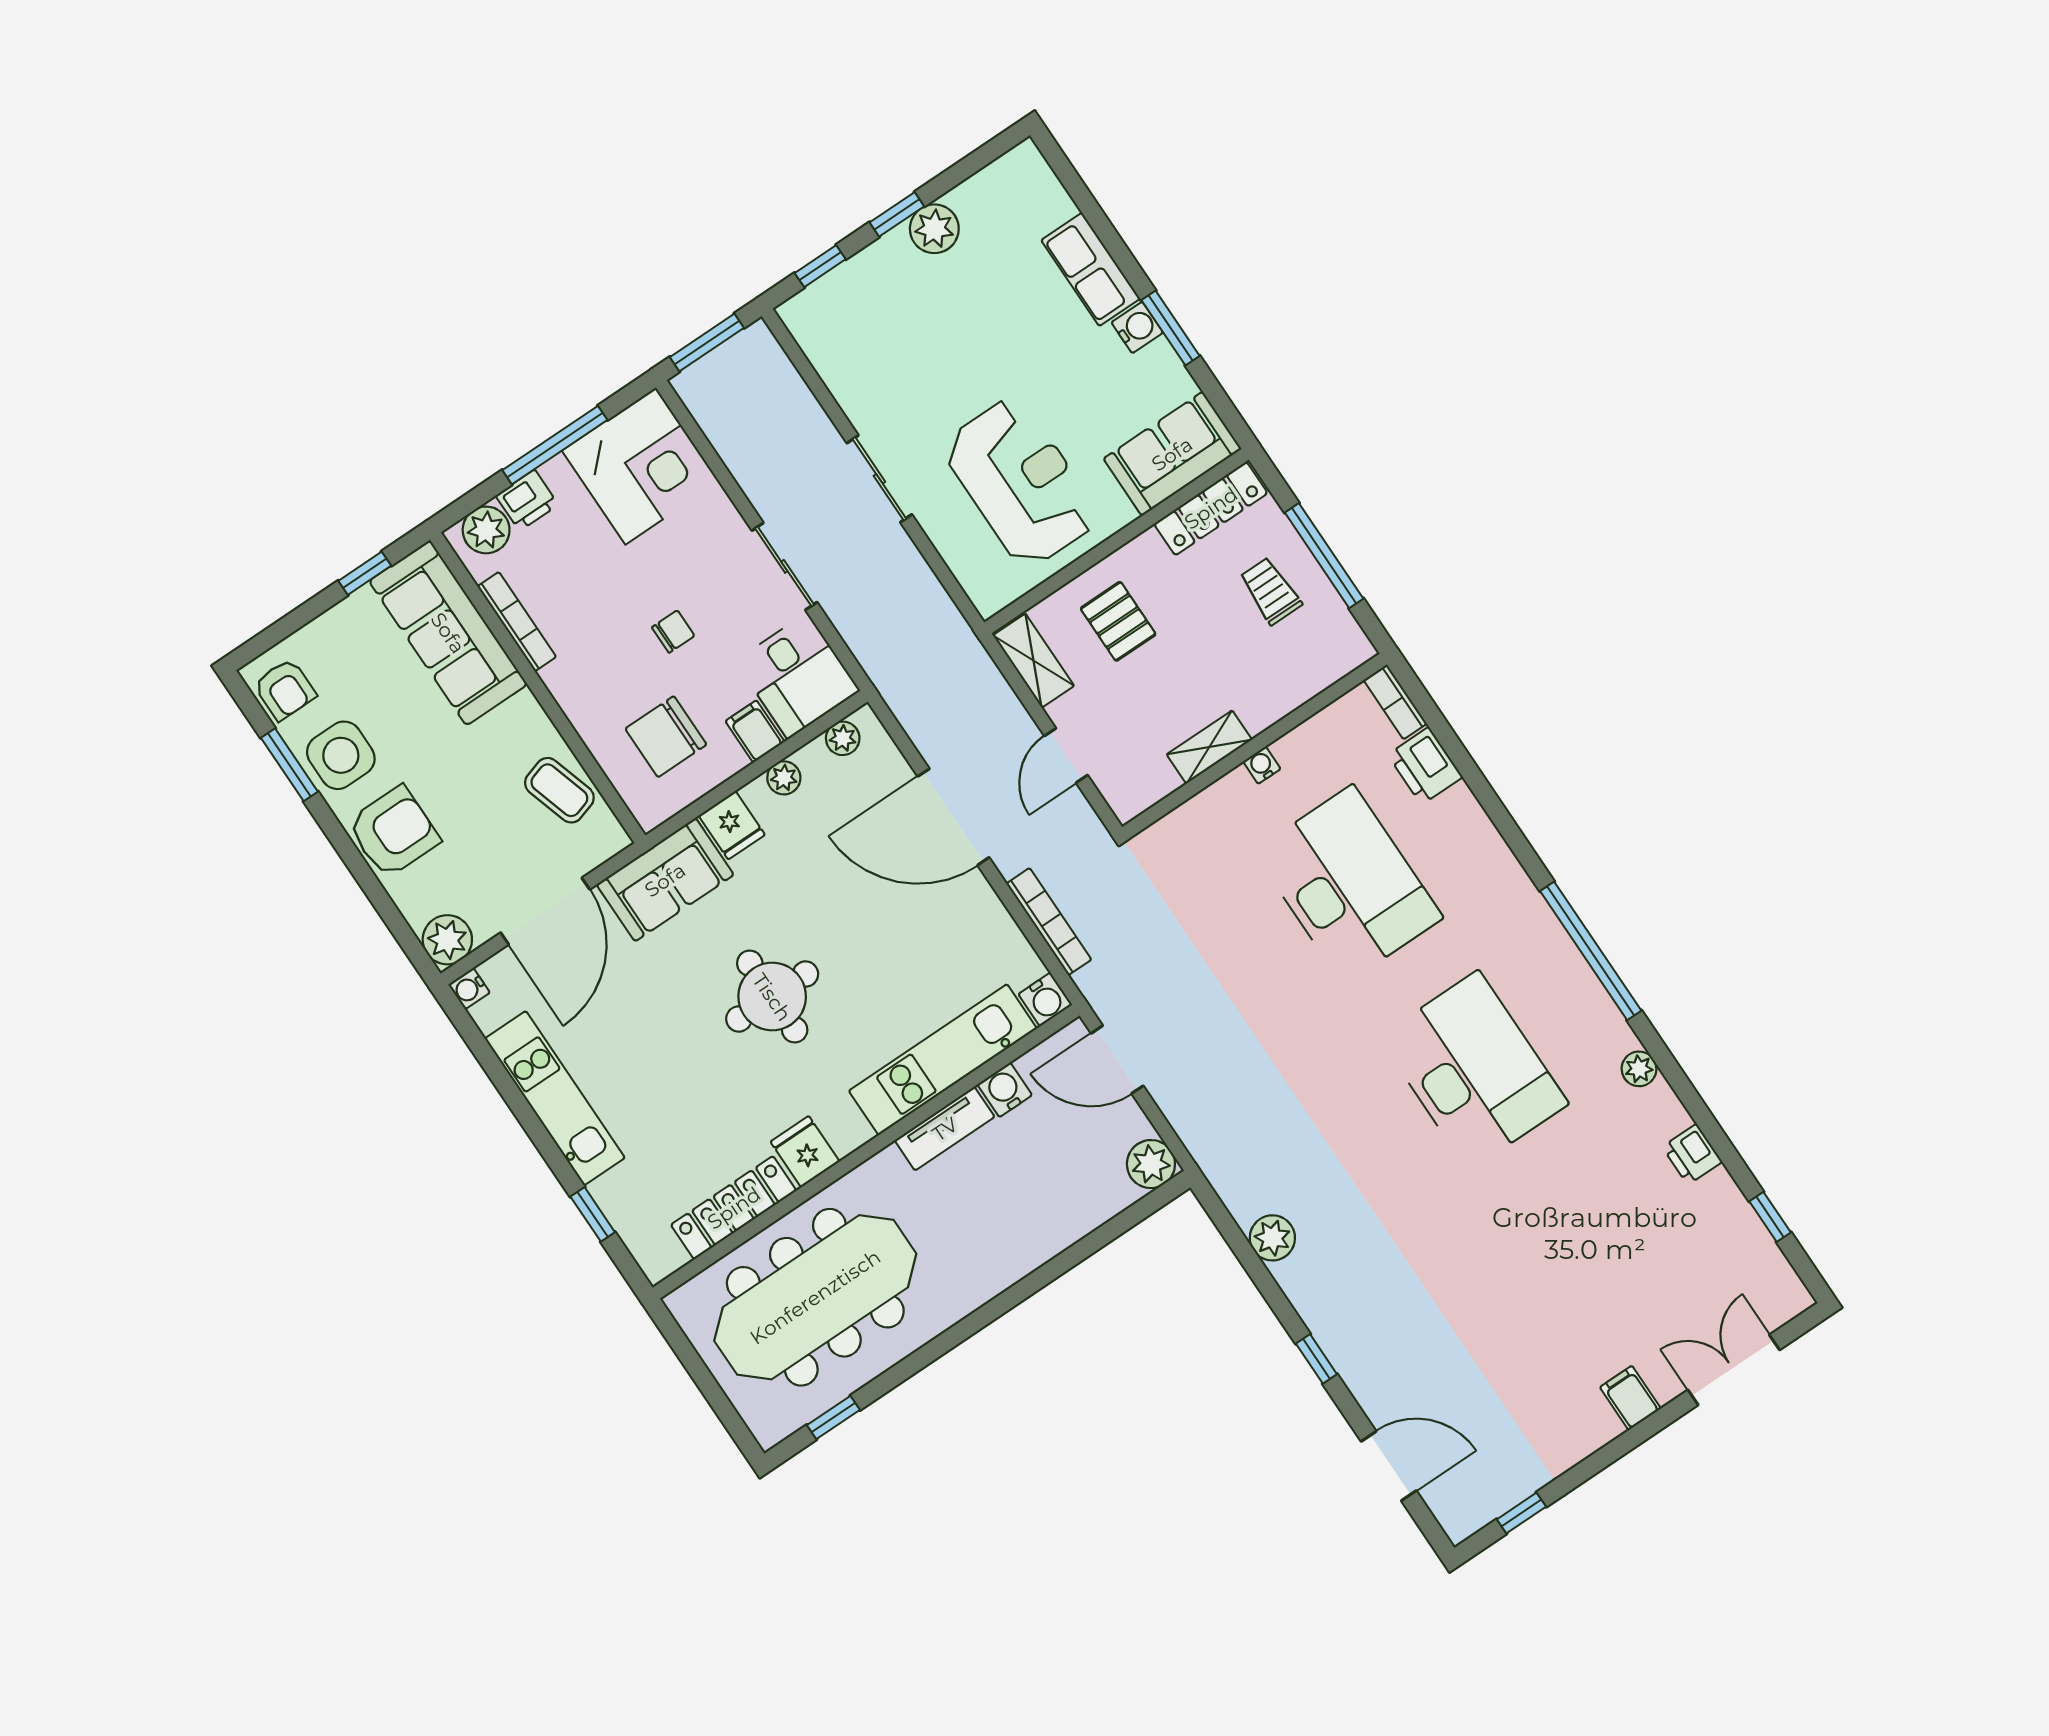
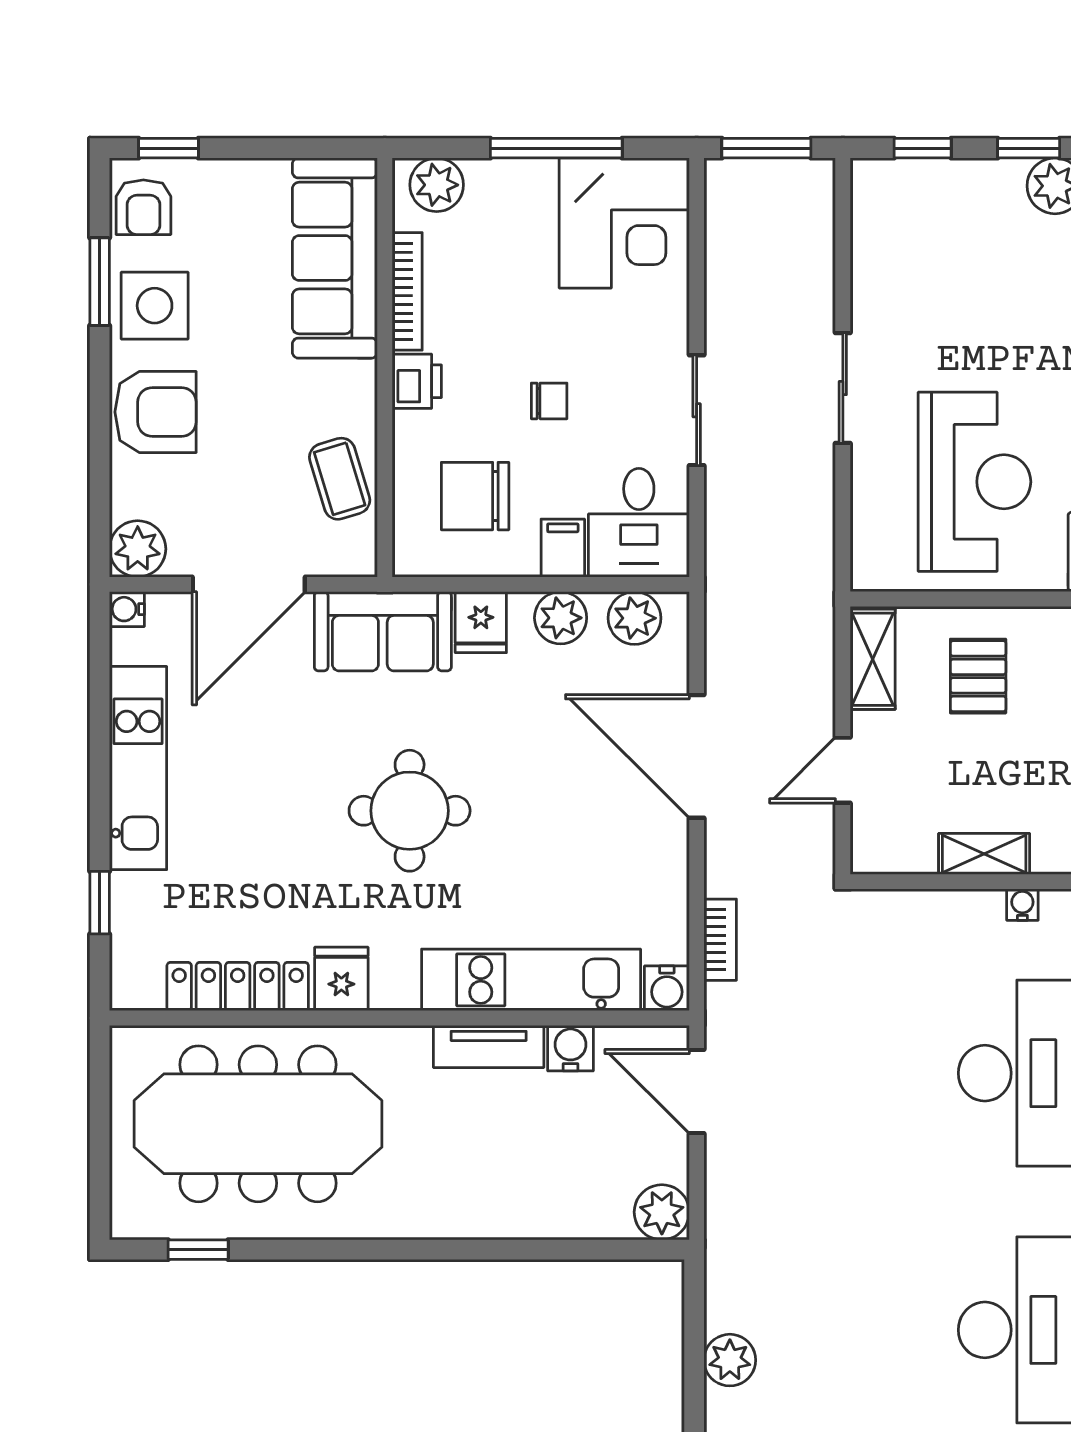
printer: (527, 500) -> (417, 381), moved, turned -90
window: (365, 573) -> (168, 148), moved
plant: (843, 738) -> (635, 618), width x1.38, depth x1.38
plant: (784, 778) -> (561, 618), width x1.38, depth x1.38
bookcase: (1049, 922) -> (720, 940), width x0.64

